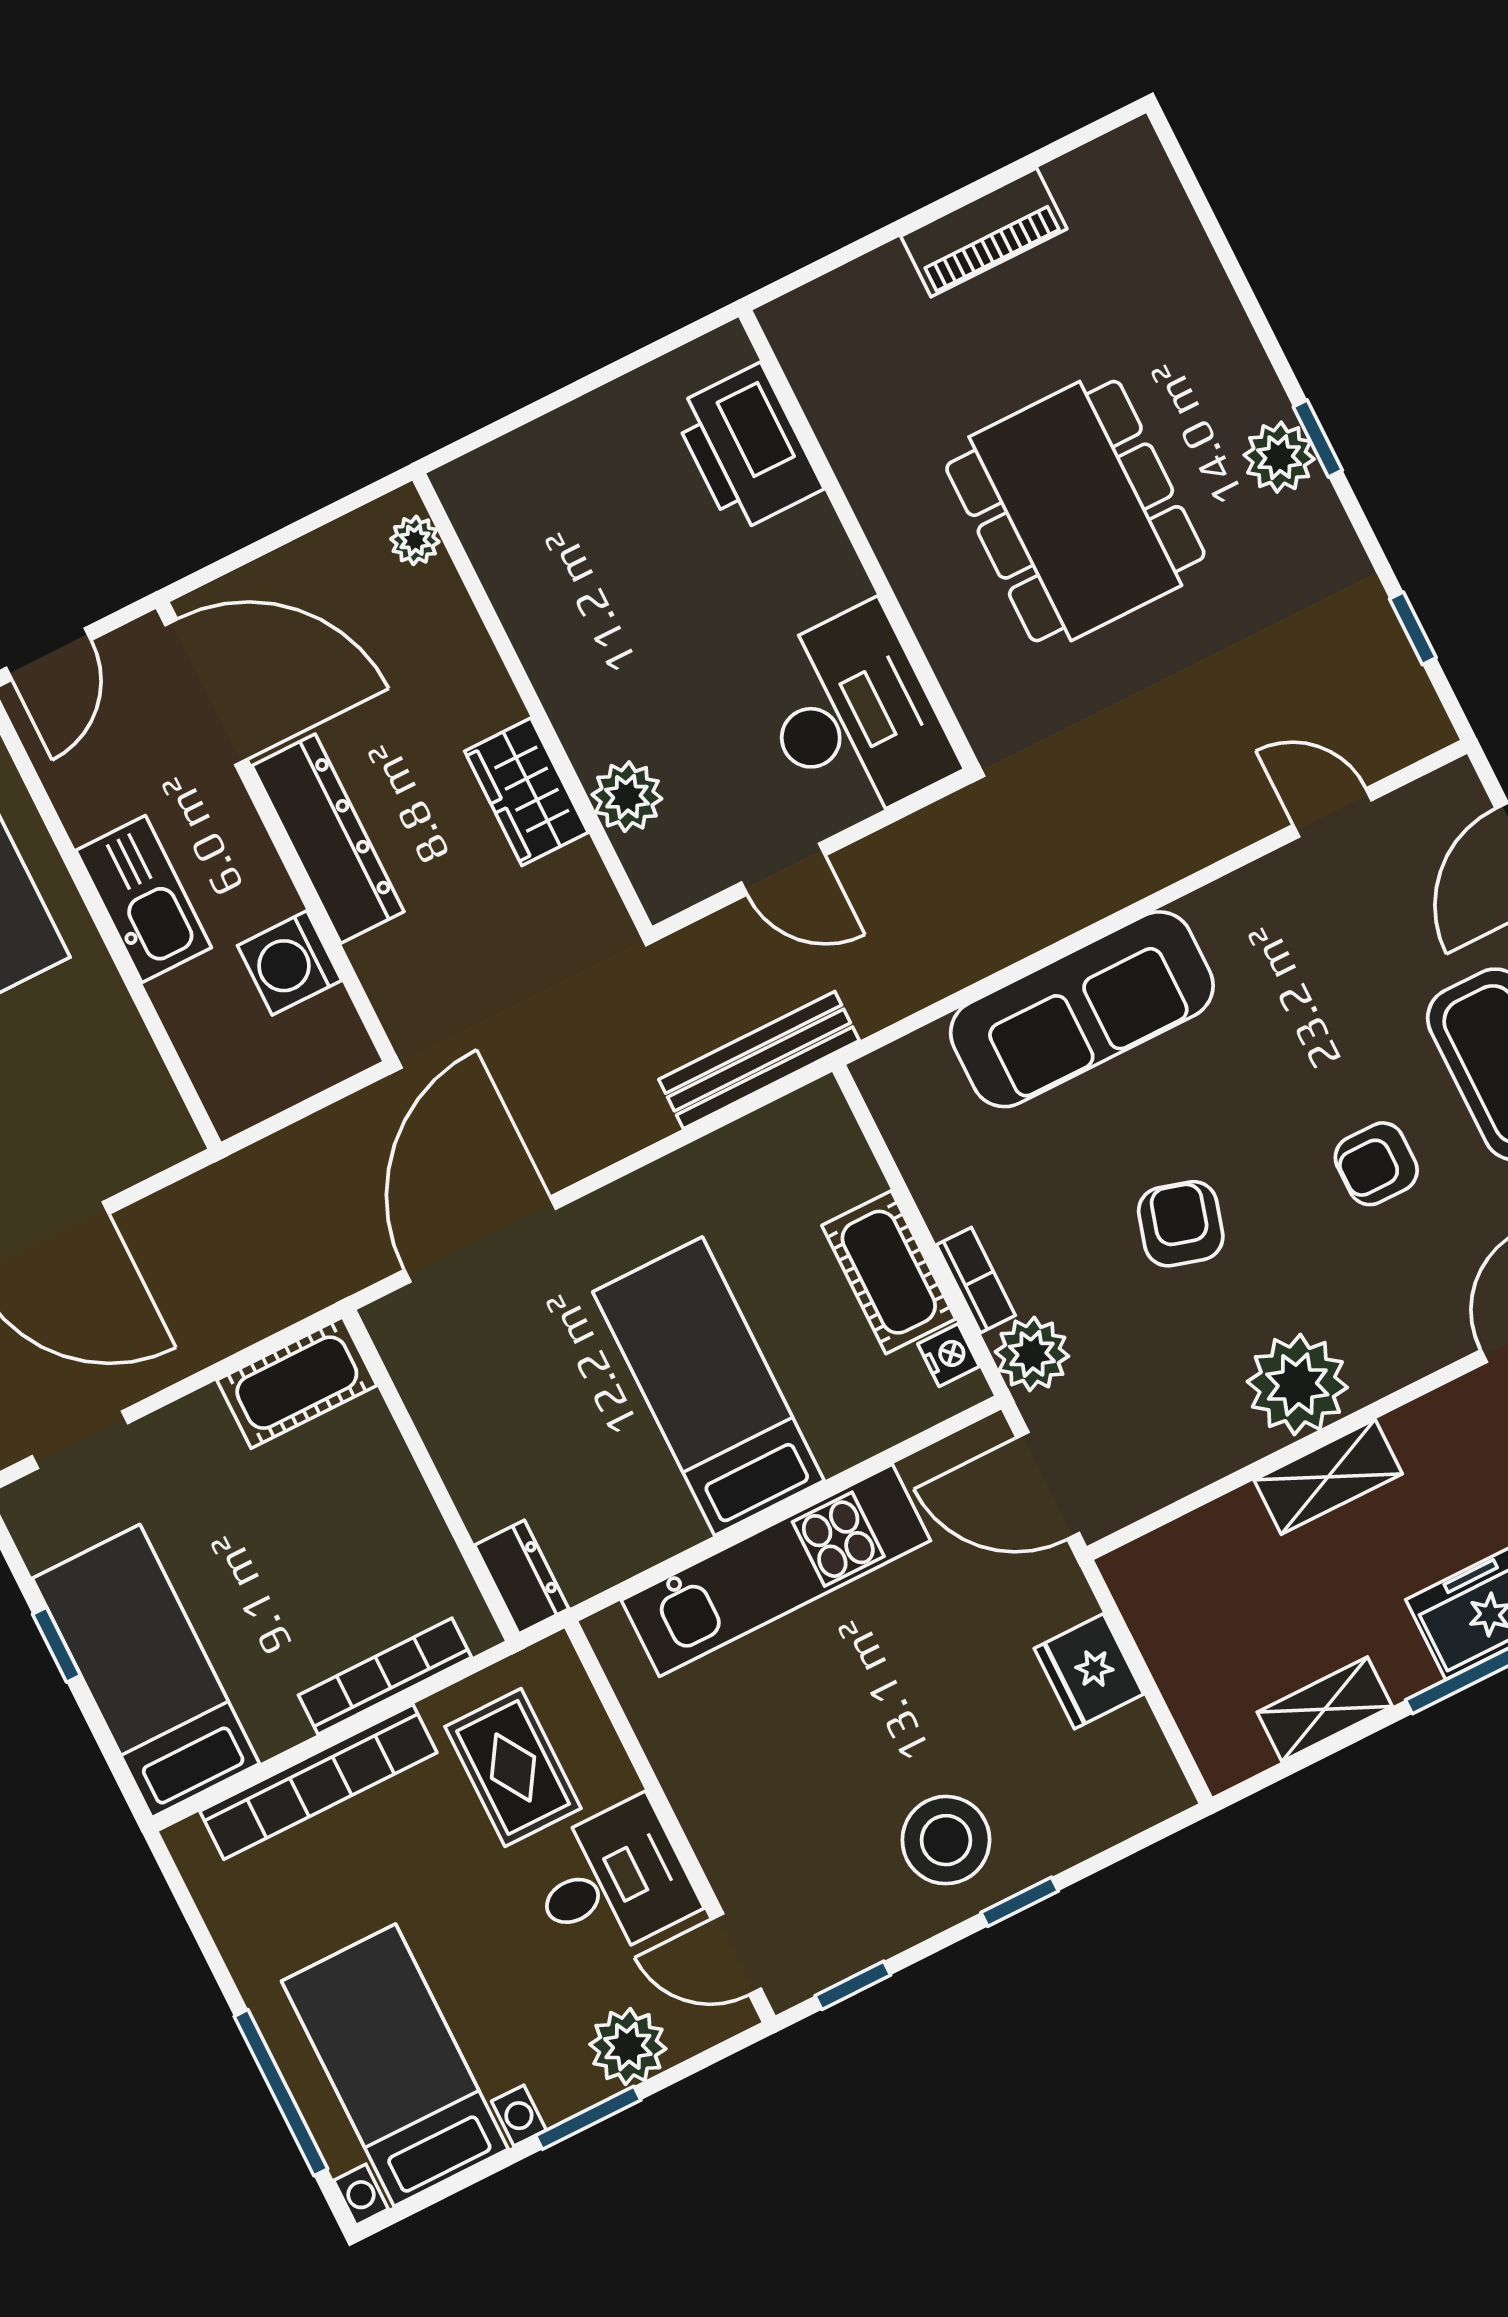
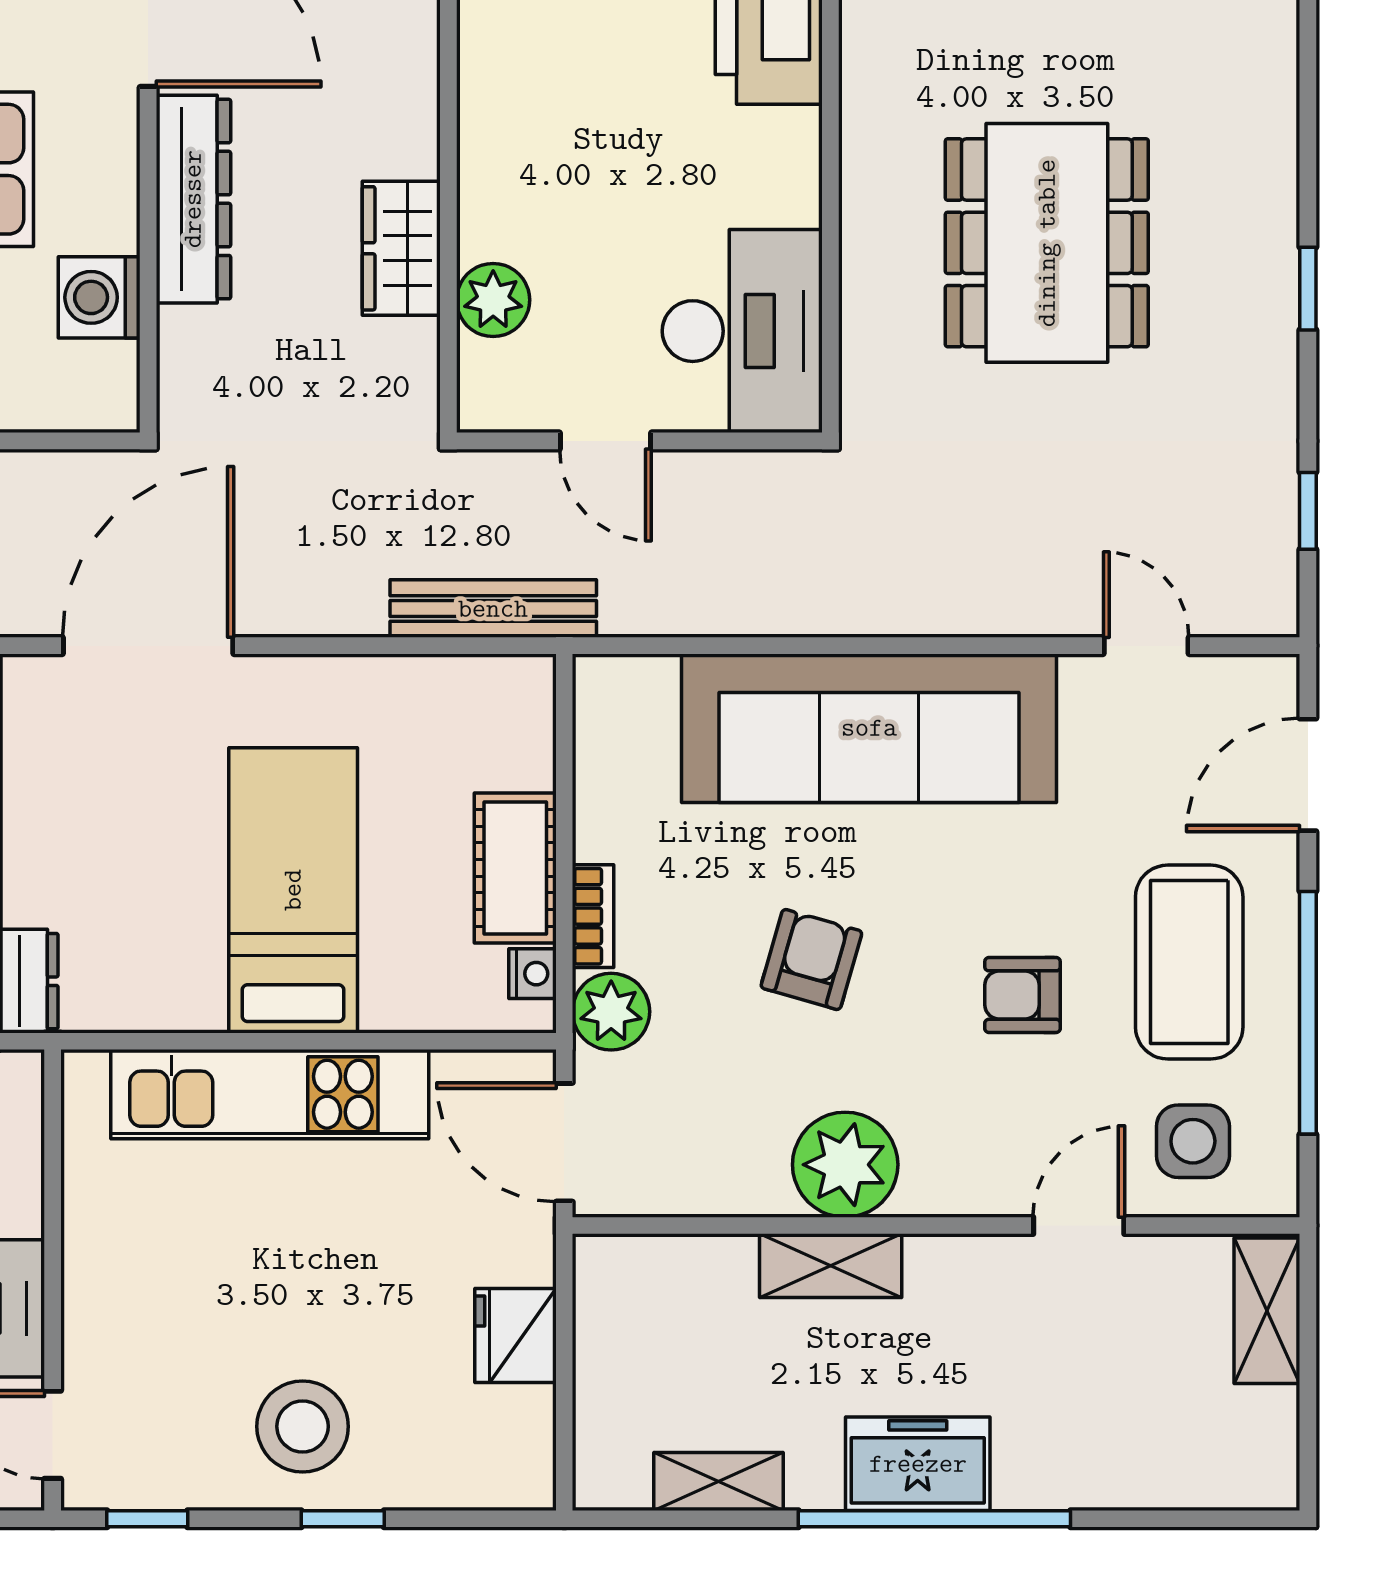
plant: (1279, 457) -> (1263, 288), removed
sofa: (1082, 1009) -> (869, 728), width x1.36, depth x1.27

